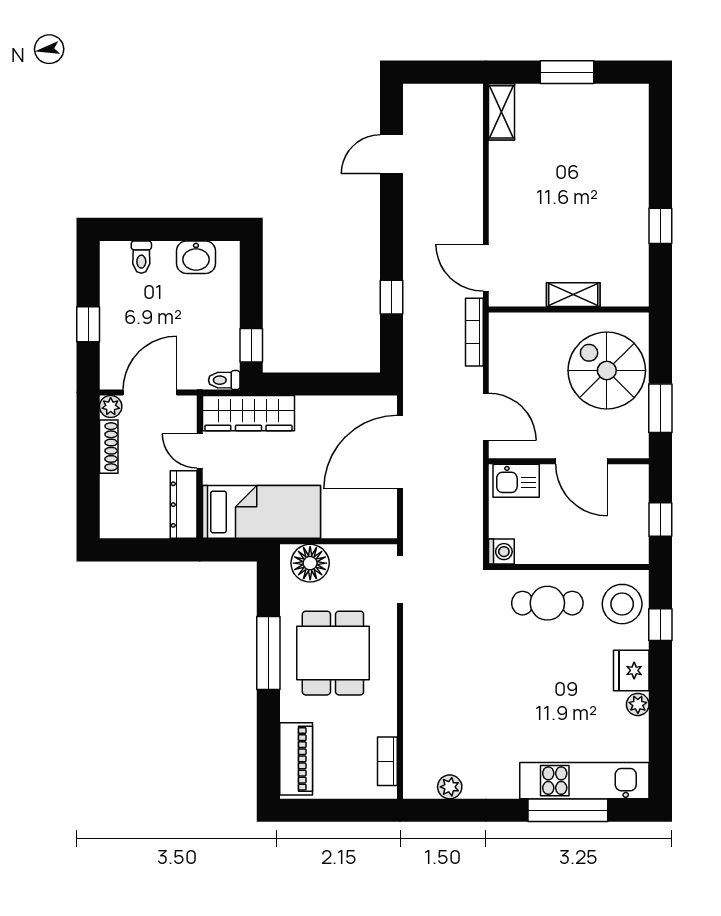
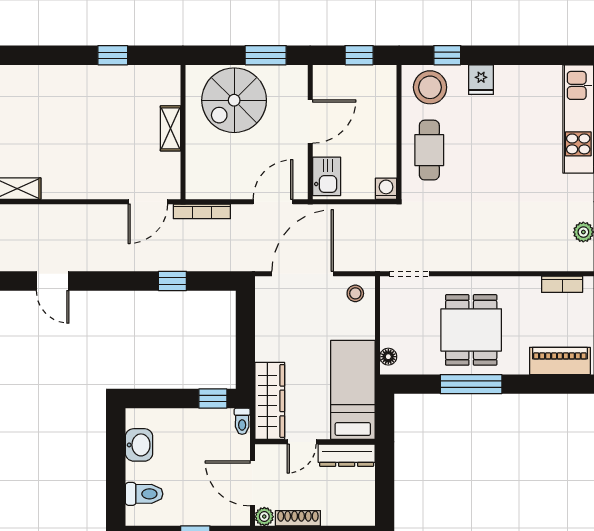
toilet: (141, 257) -> (144, 494), width x1.37, depth x1.39
door: (400, 452) -> (303, 274), swing flipped
stool: (377, 515) -> (355, 293), added
floor lamp: (310, 563) -> (388, 357), width x0.53, depth x0.53
dining table: (333, 653) -> (471, 330), turned 90
fridge: (631, 670) -> (481, 80), width x0.72
plant: (638, 704) -> (514, 74), removed

